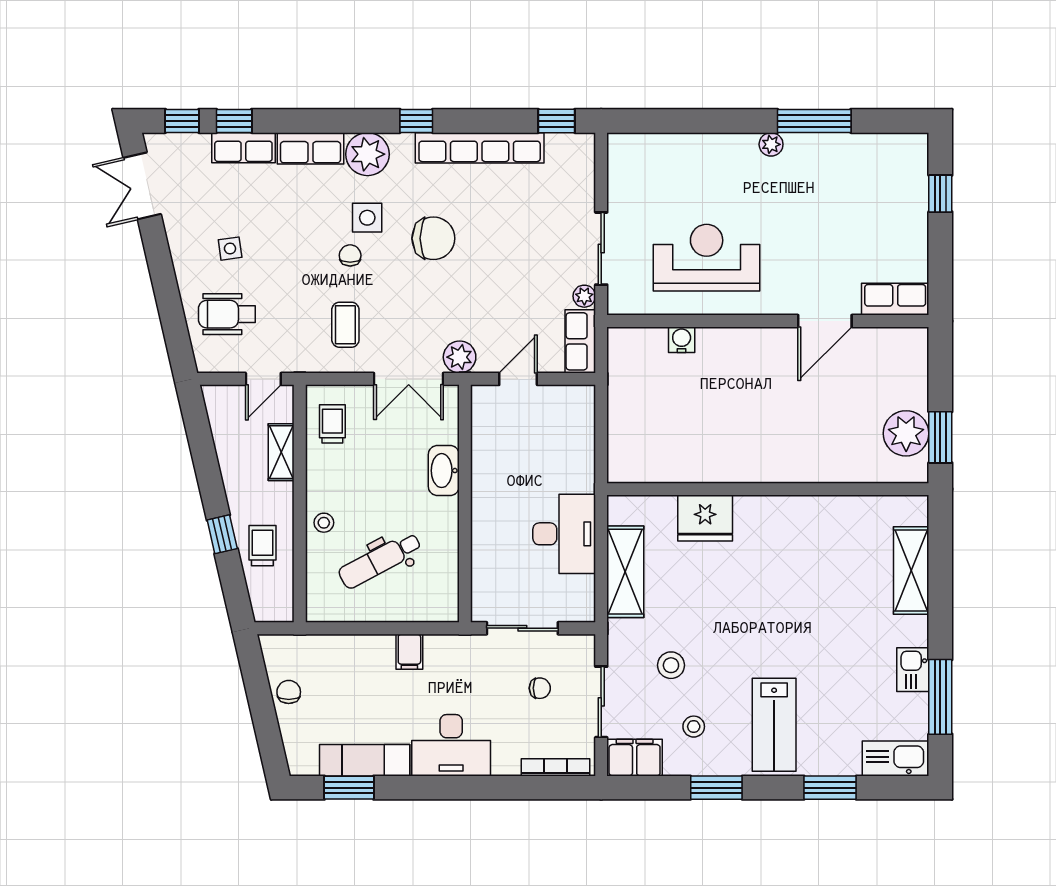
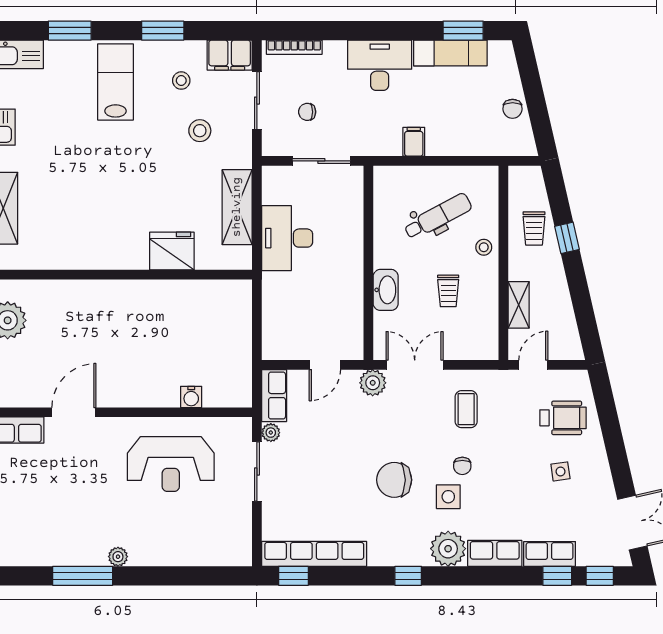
row of seats: (480, 148) -> (314, 554), moved
trolley: (332, 424) -> (448, 291), moved

